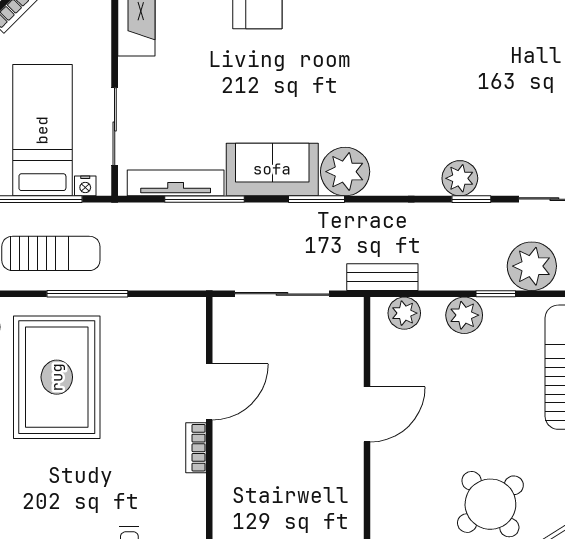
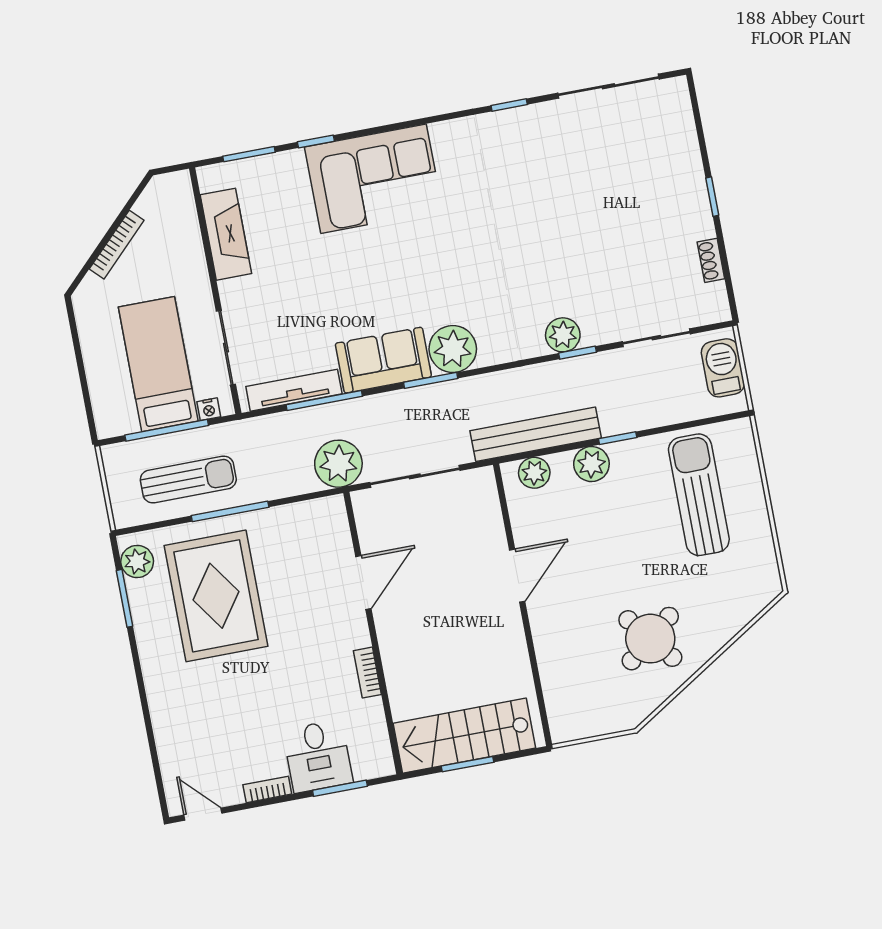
plant: (532, 266) -> (338, 464), moved
bench: (382, 277) -> (536, 434), width x1.86, depth x1.21
bookcase: (196, 448) -> (367, 673), moved

